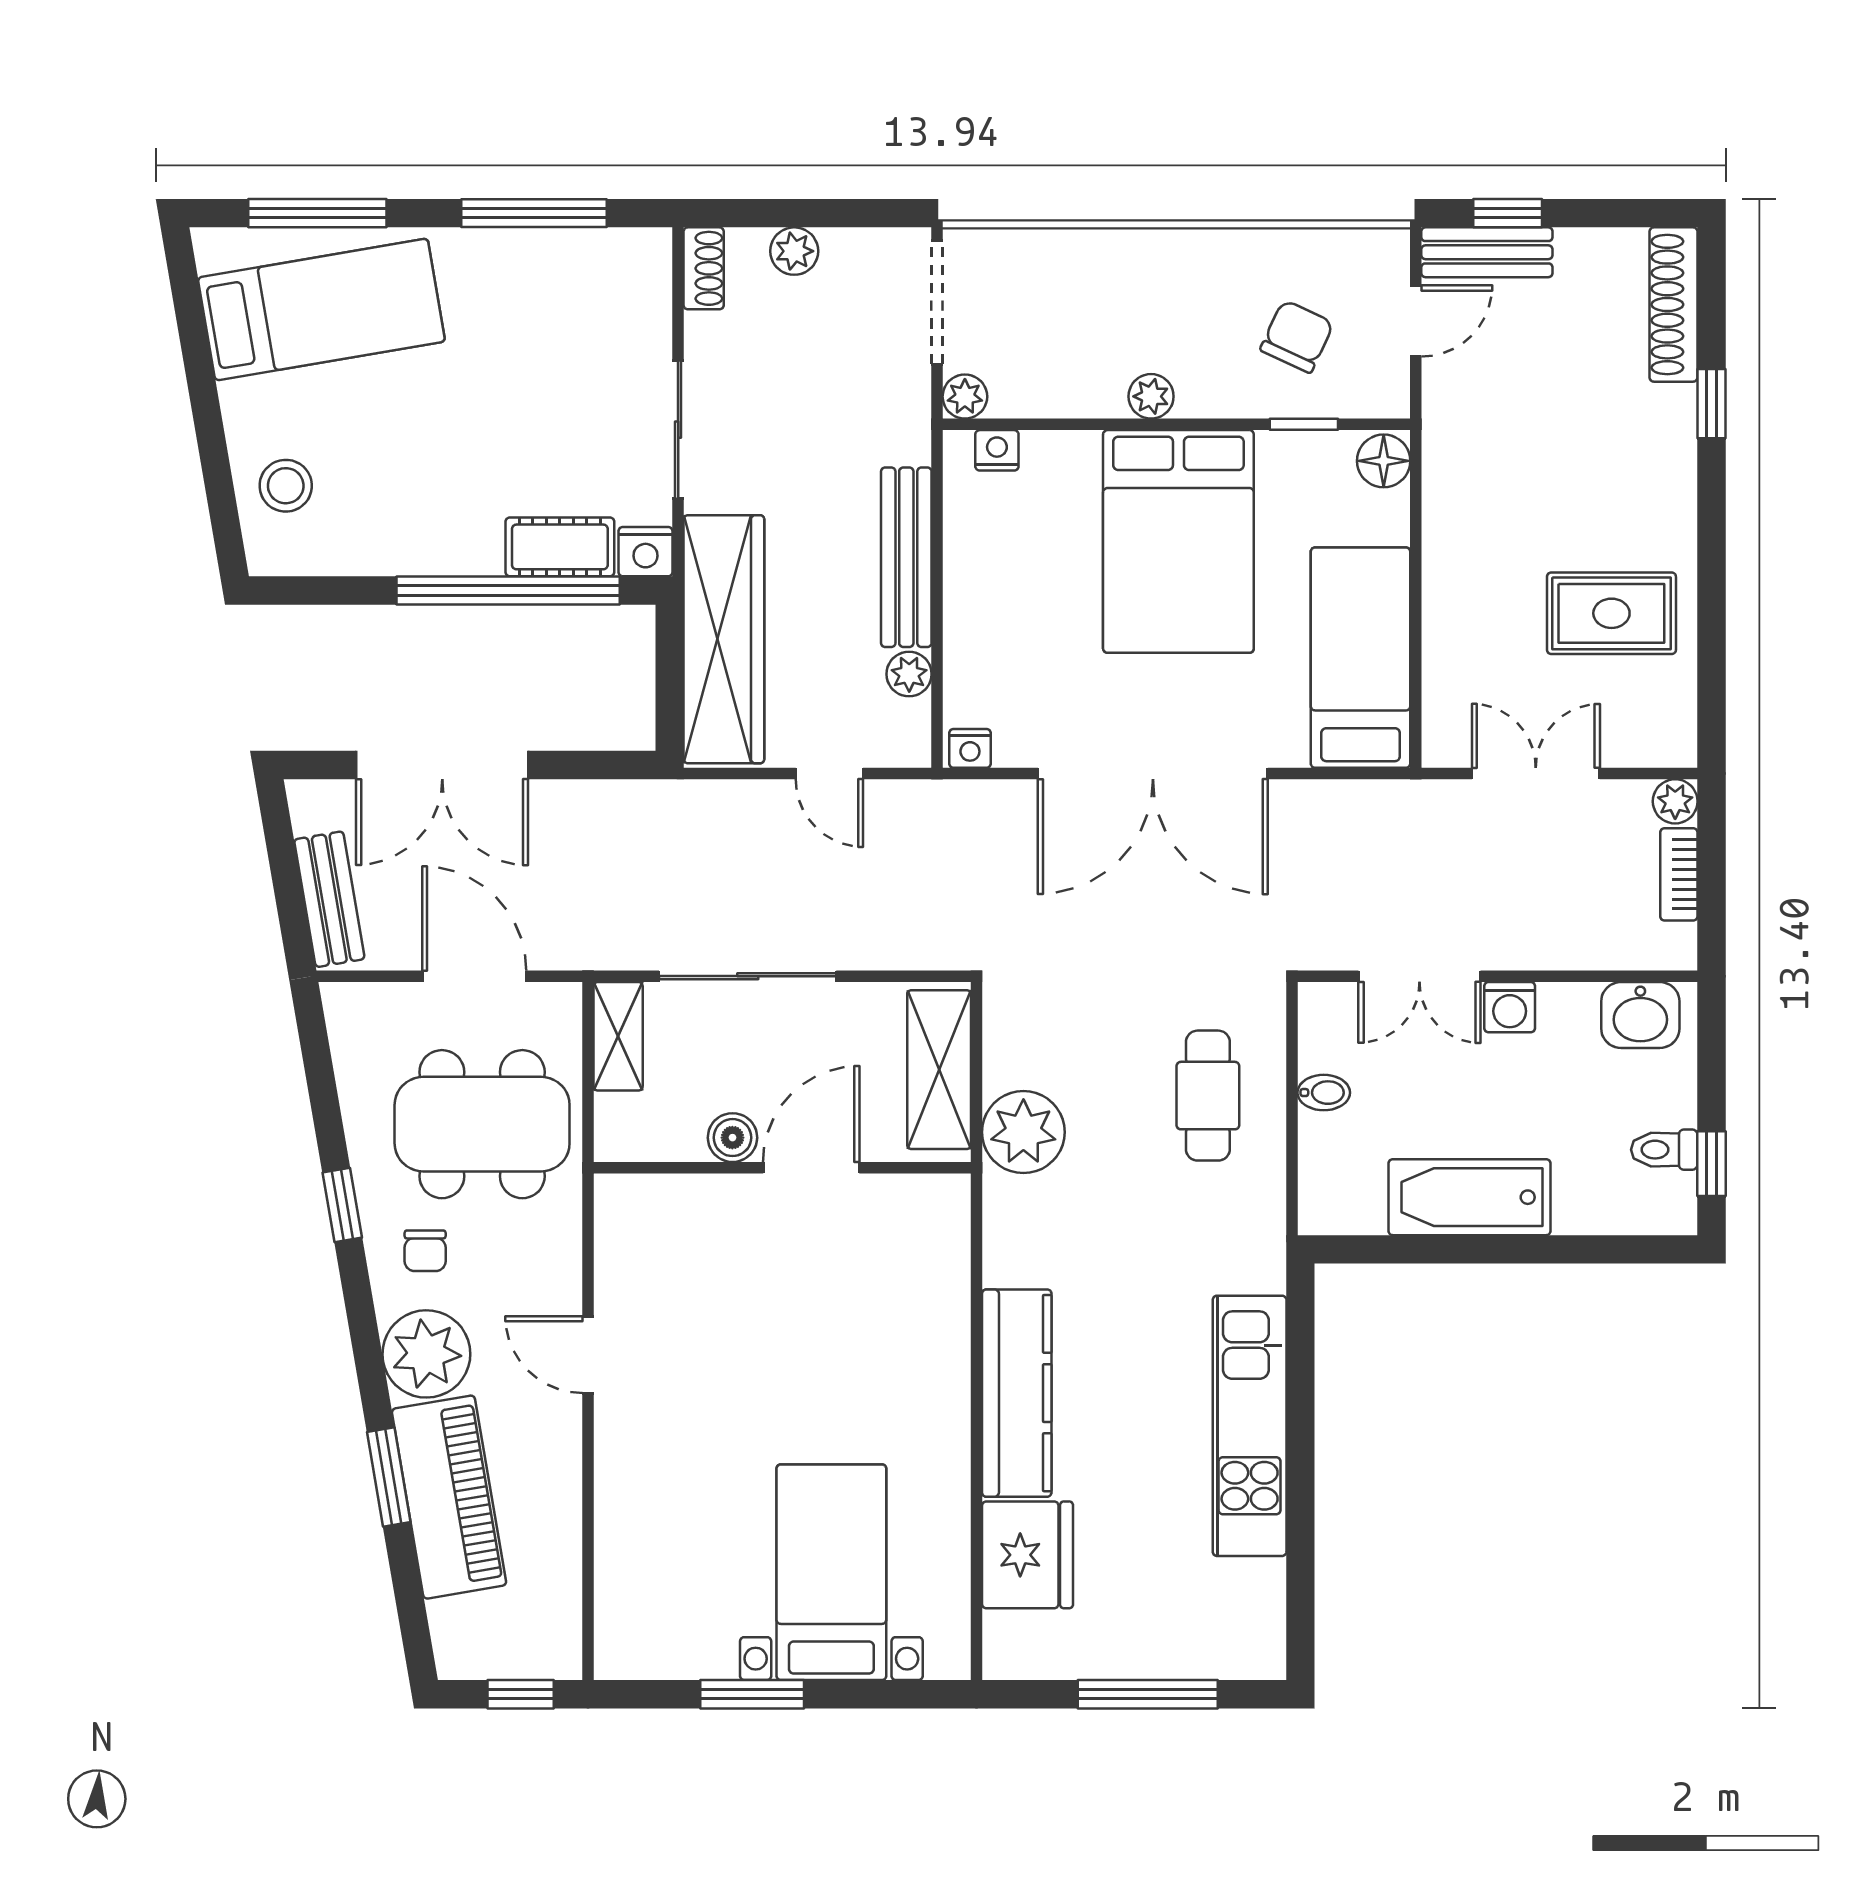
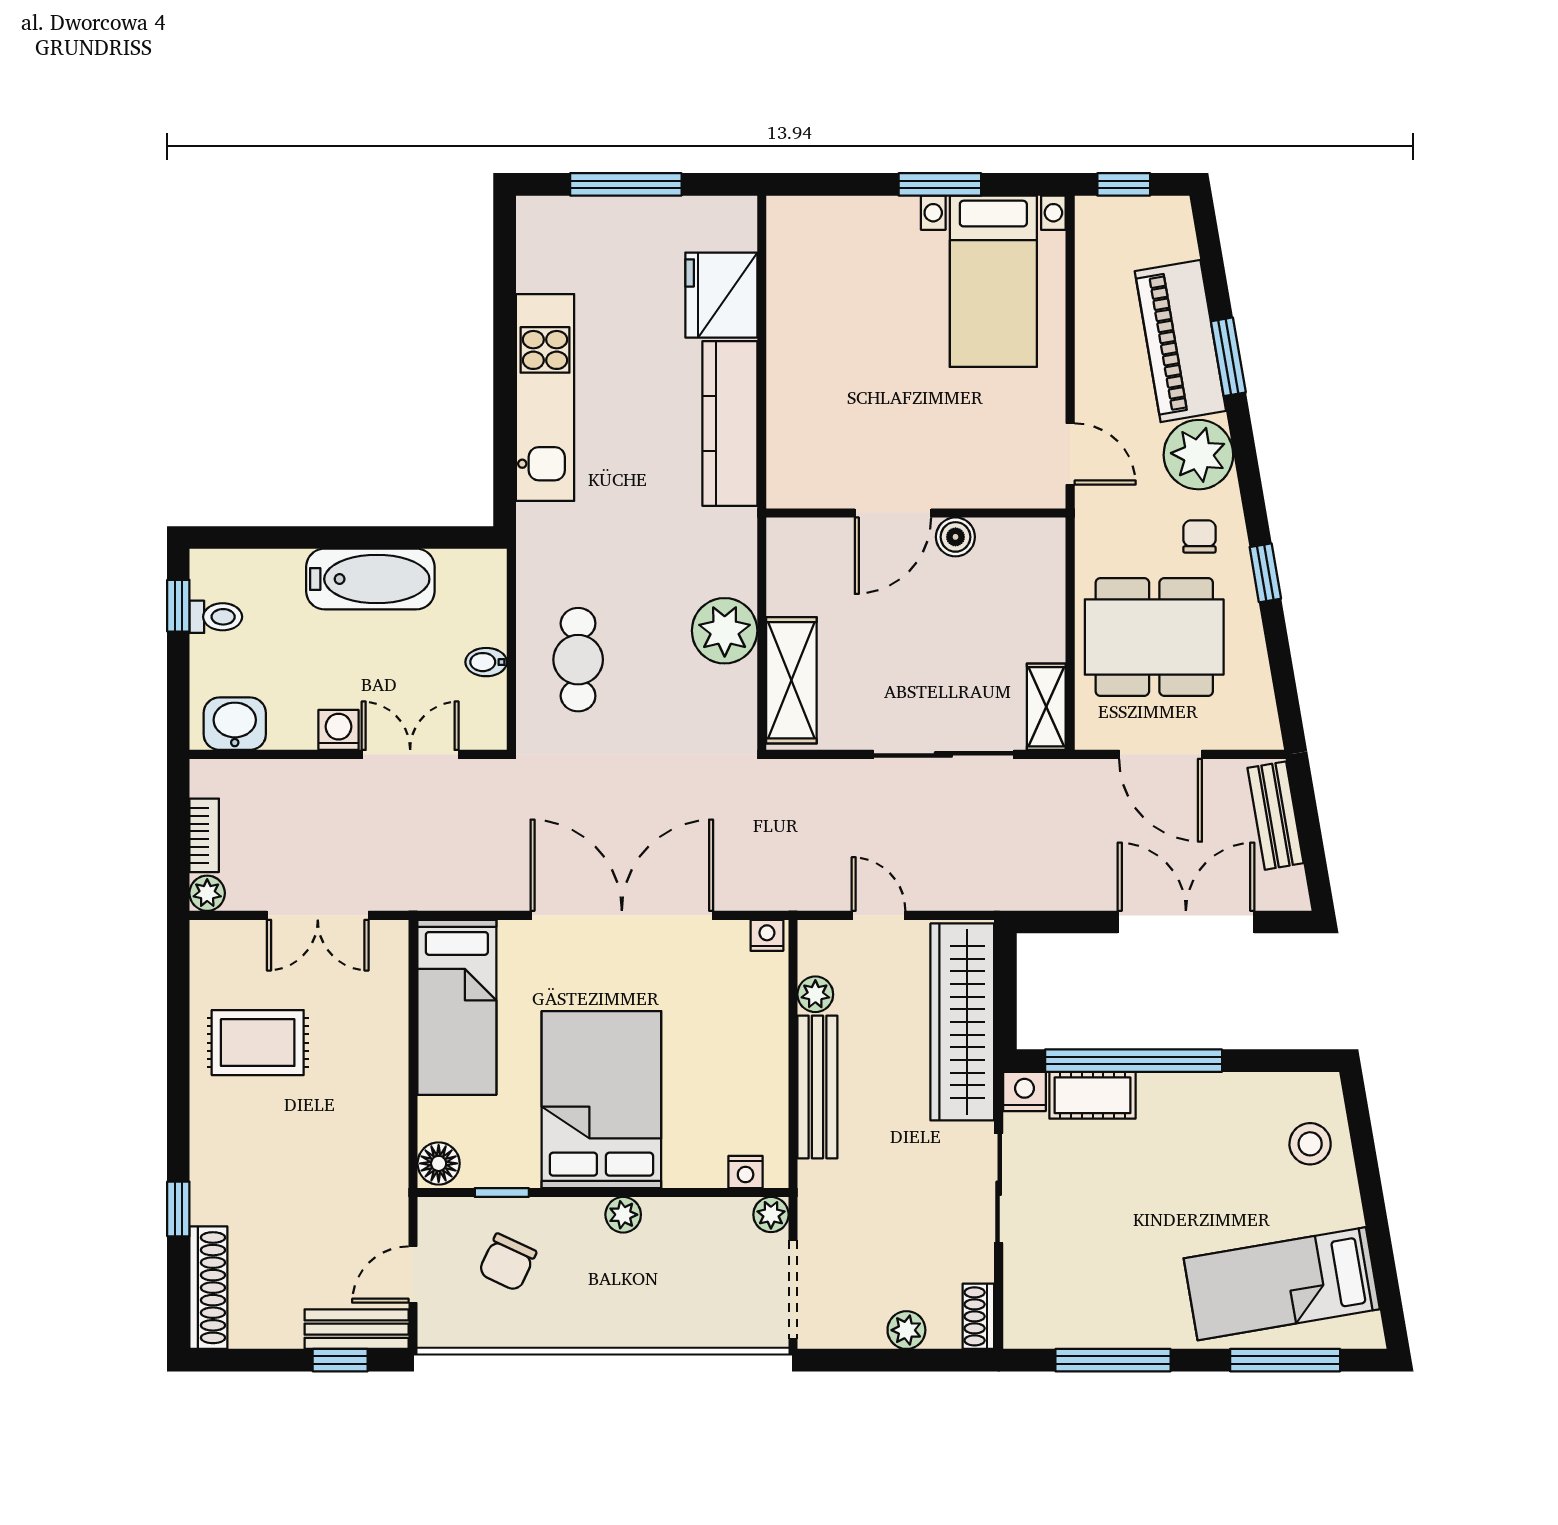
boiler: (732, 1138) -> (955, 537), moved
wall: (782, 1168) -> (916, 513), moved
door: (811, 1168) -> (893, 513), moved
bed with nightstands: (831, 1572) -> (993, 281), moved

